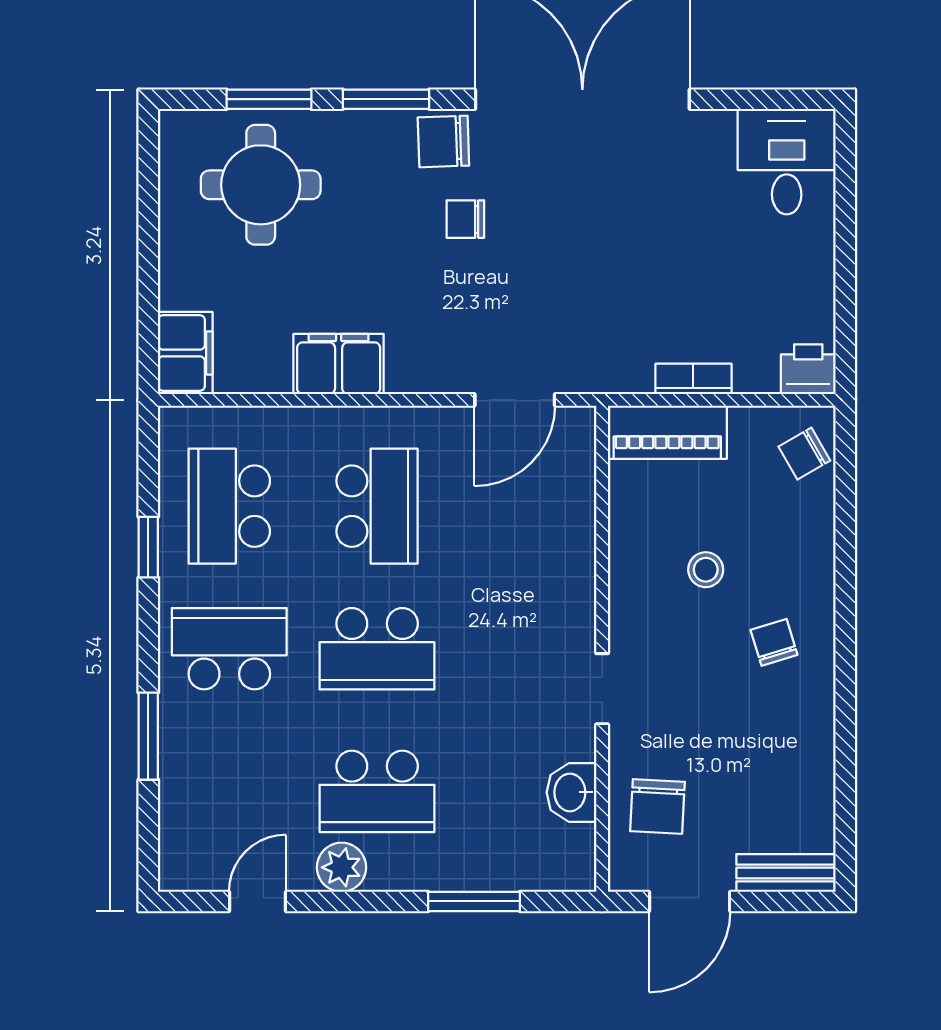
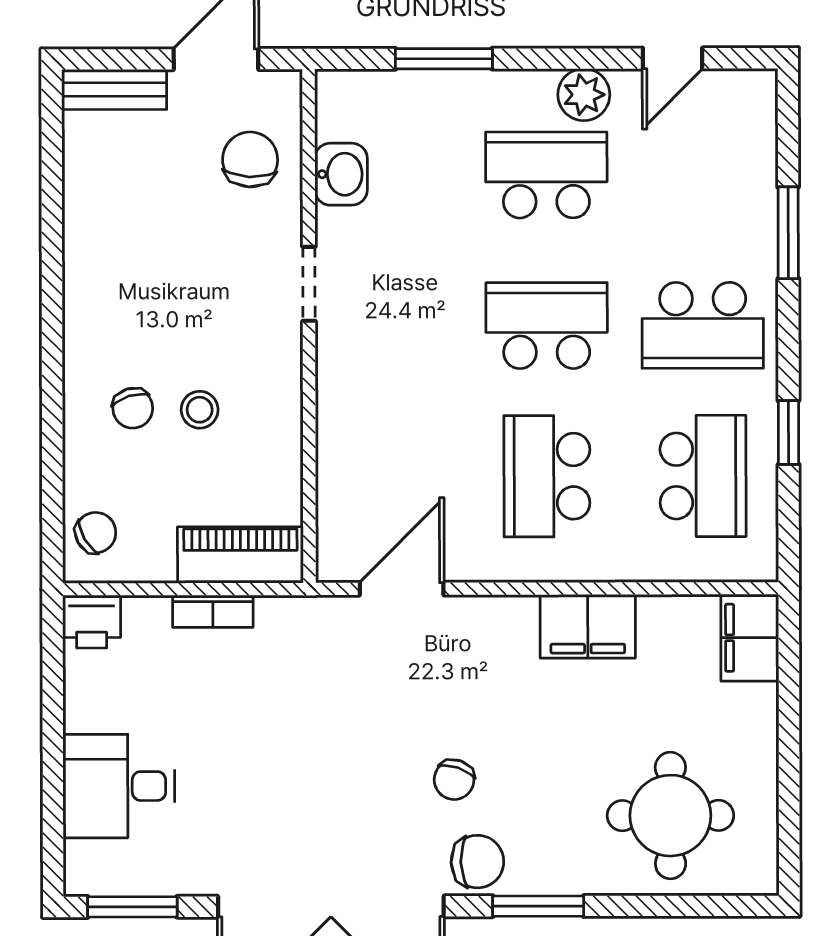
window: (269, 99) -> (132, 907), moved
desk: (787, 162) -> (119, 786), moved, turned 90
chair: (465, 219) -> (454, 780), turned 109
chair: (774, 642) -> (133, 408), moved

